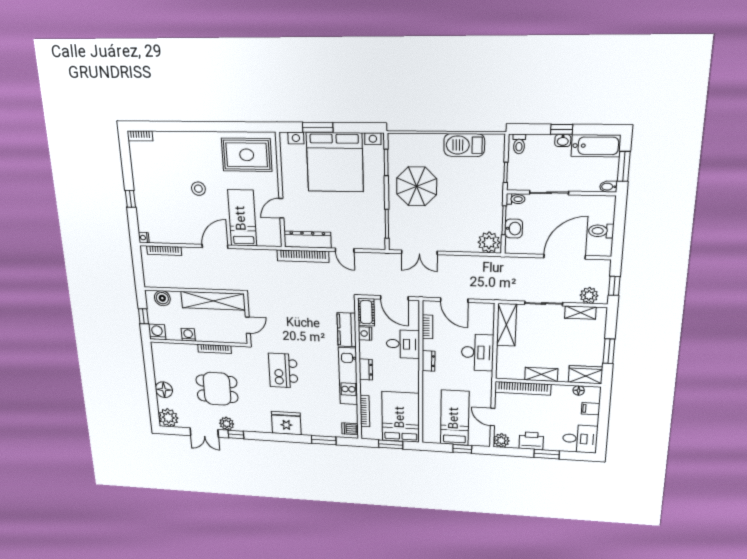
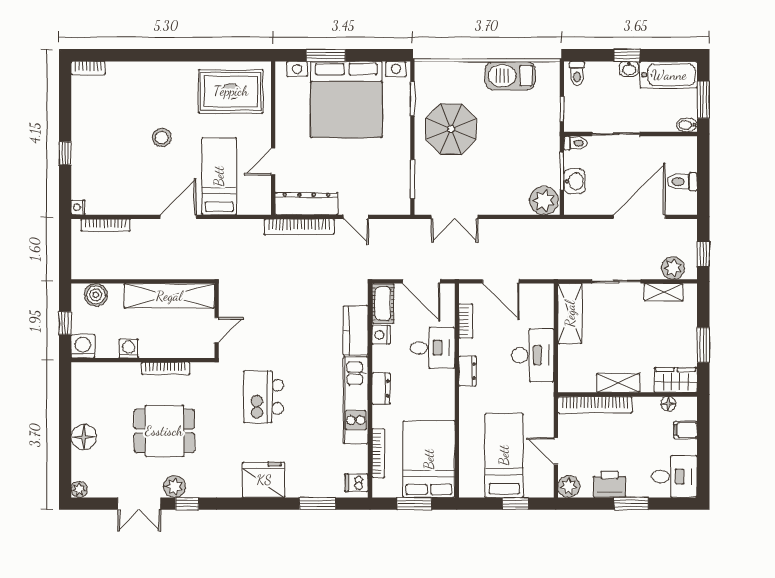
plant: (168, 418) -> (79, 489), width x0.53, depth x0.53

